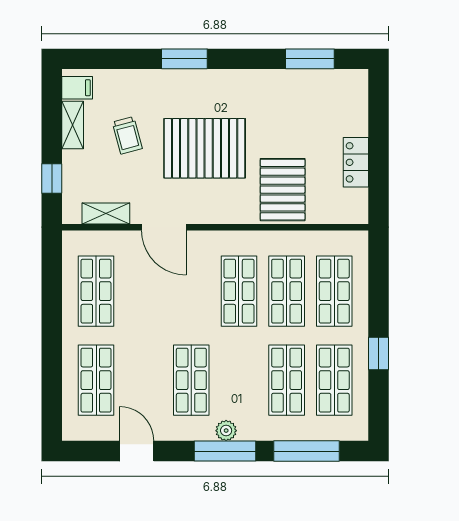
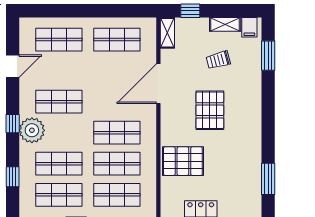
window: (184, 59) -> (268, 56), moved
pallet: (205, 148) -> (210, 110), width x0.73, depth x0.71
shelving: (106, 214) -> (167, 33), moved
door: (164, 227) -> (158, 84), width x1.36
plant: (226, 431) -> (32, 130), width x1.88, depth x1.88
window: (225, 451) -> (13, 124), width x0.46
window: (306, 451) -> (13, 177), width x0.46

